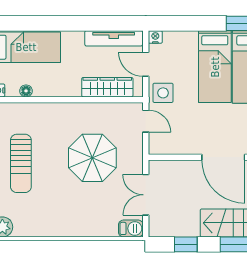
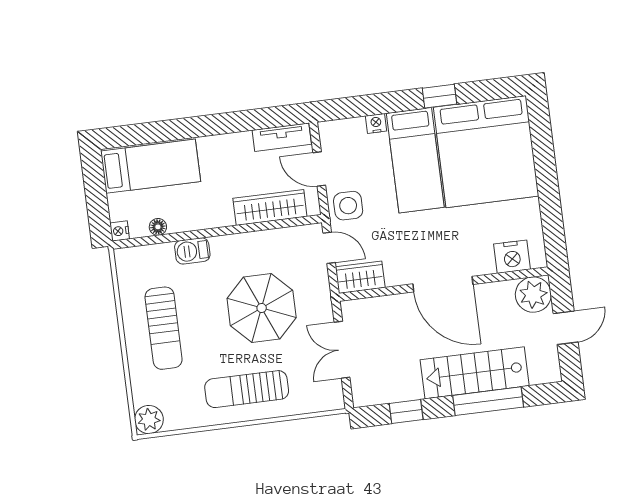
nightstand: (155, 37) -> (376, 123), moved
tv unit: (114, 38) -> (282, 137), width x0.71
wardrobe: (165, 145) -> (360, 277), added
sun lounger: (74, 214) -> (247, 389), added
barbecue: (131, 228) -> (192, 251), moved, turned 180

